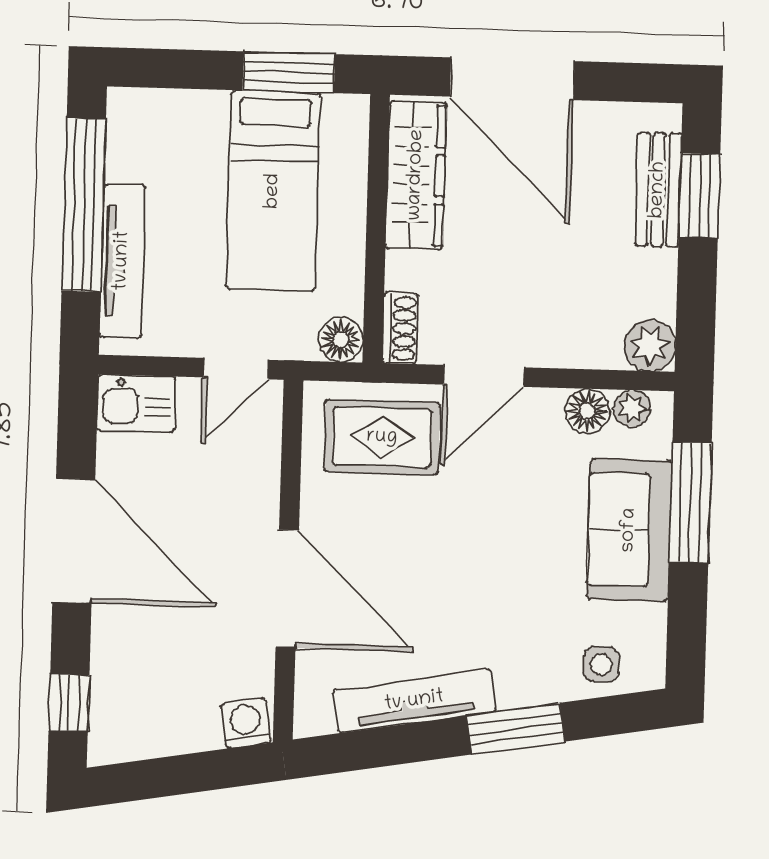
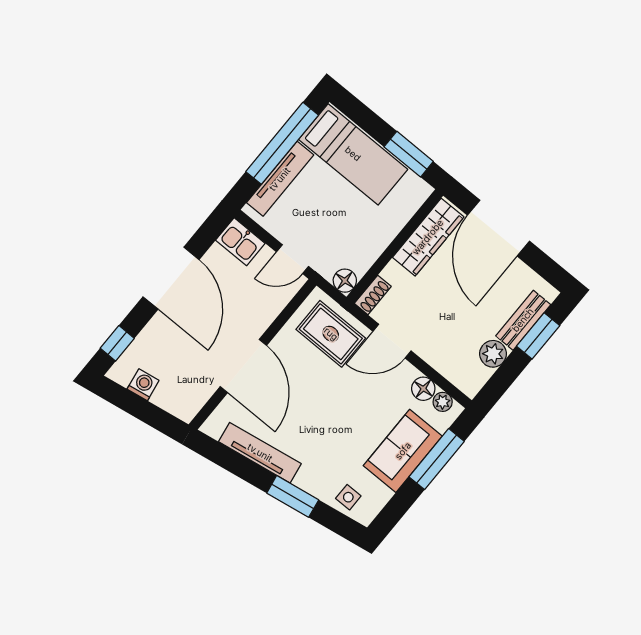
bed: (273, 191) -> (353, 154), moved, turned -90
plant: (650, 345) -> (493, 354), moved
washing machine: (246, 723) -> (143, 385), moved

